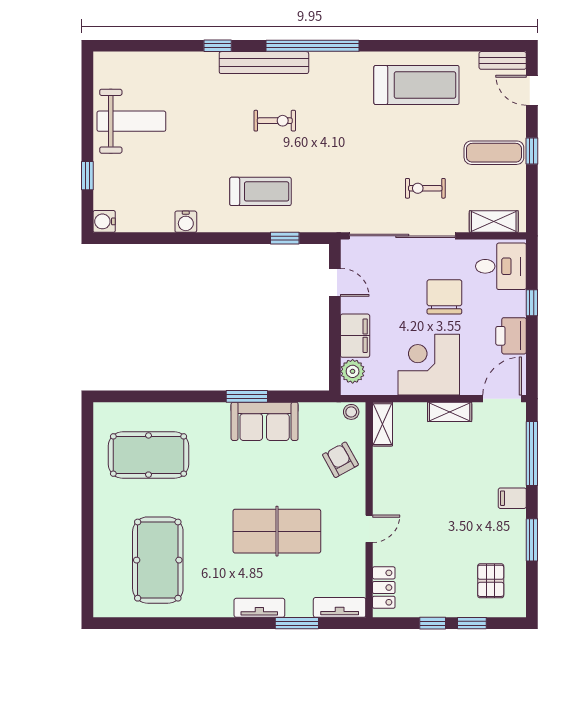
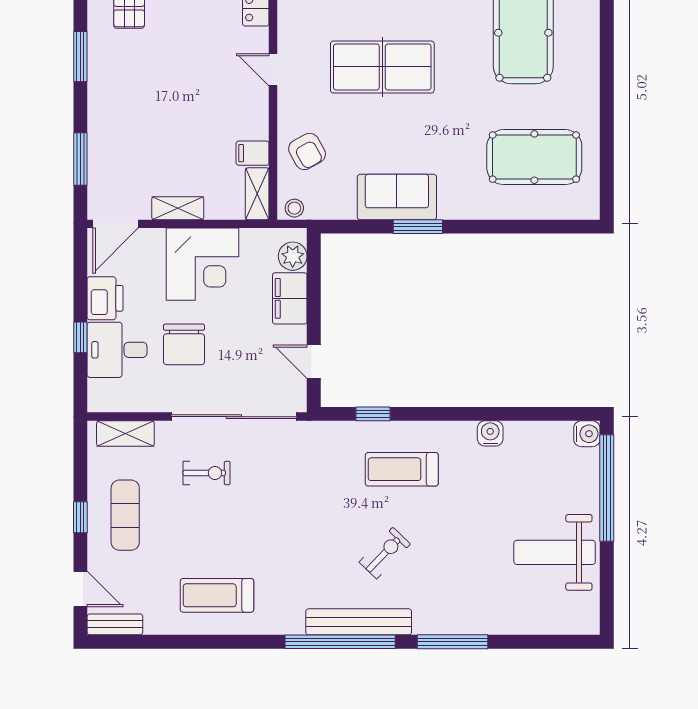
window: (218, 46) -> (452, 642), width x2.17
bench: (264, 63) -> (359, 622), moved
treadmill: (416, 85) -> (217, 595), width x0.73, depth x0.73
exercise bike: (275, 121) -> (385, 553), turned 134
exercise mat: (494, 153) -> (125, 515), turned 90
window: (87, 176) -> (607, 488), width x3.17
desk: (501, 266) -> (117, 350), moved
window: (532, 453) -> (80, 159), width x0.69
filing cabinet: (512, 498) -> (253, 153), moved, turned 180
door: (369, 529) -> (273, 70), hinge flipped

